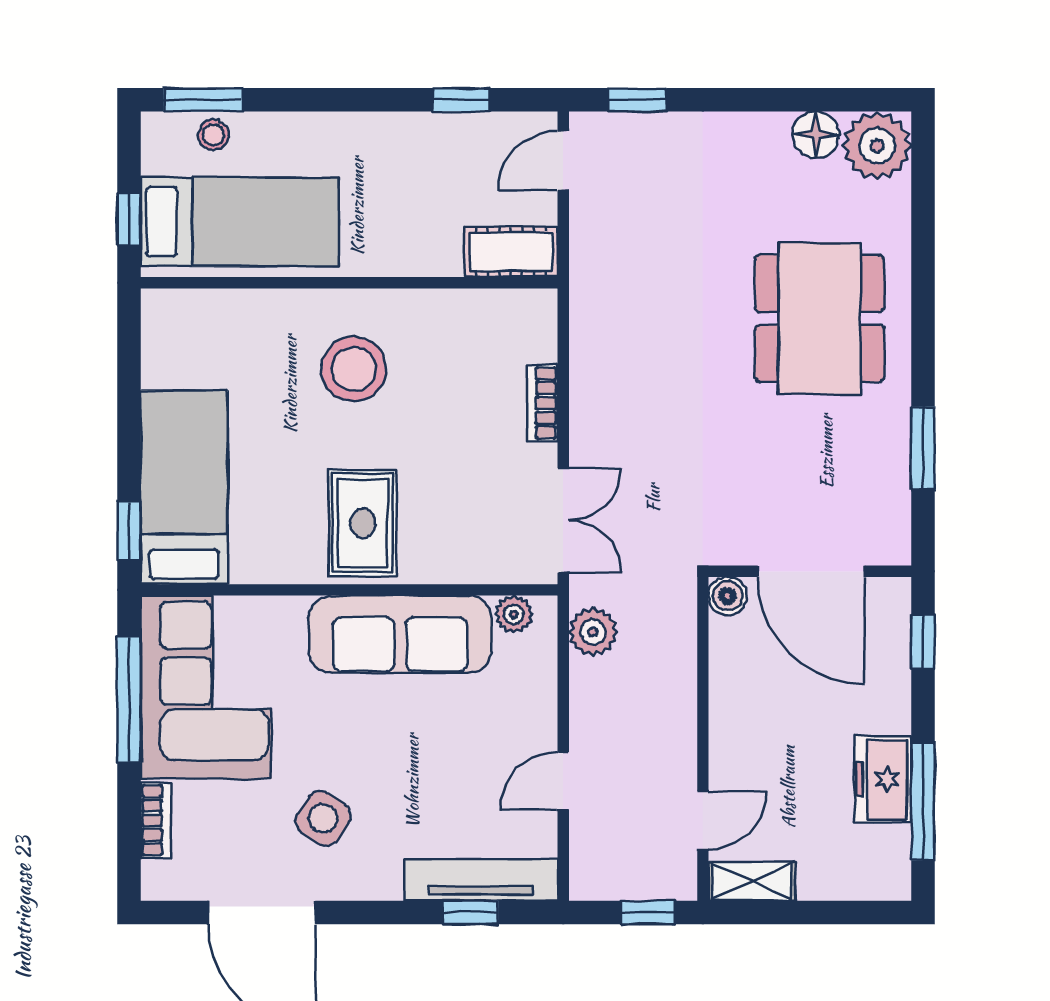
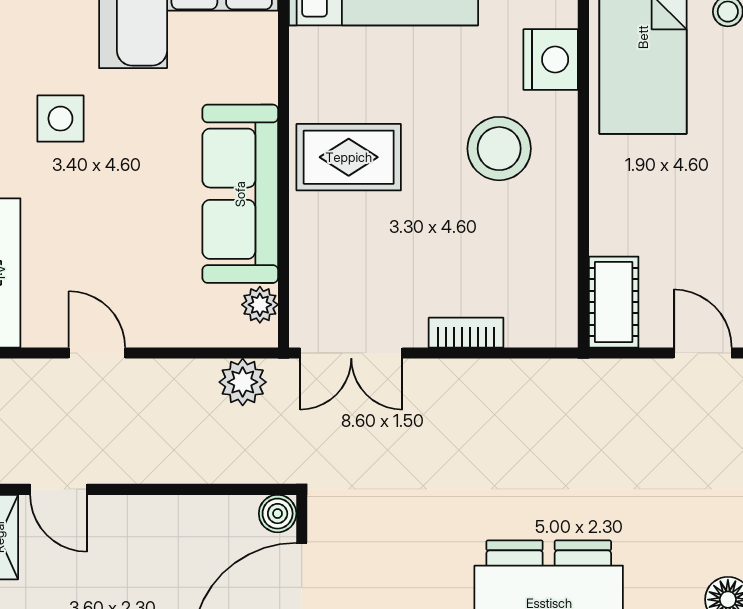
nightstand: (263, 316) -> (551, 60), added
side table: (323, 818) -> (60, 119), turned -34

